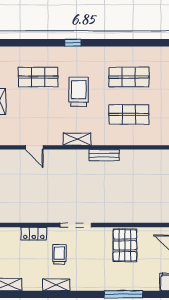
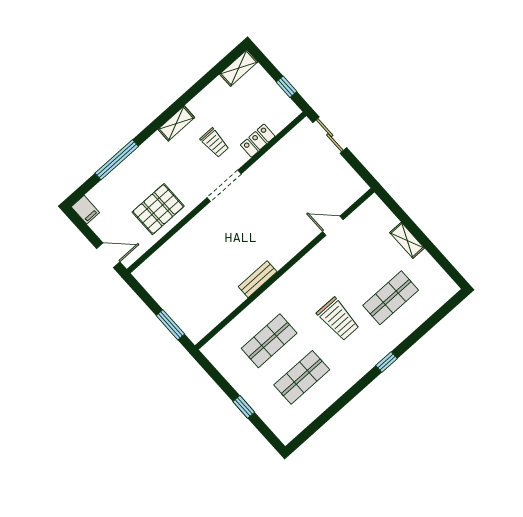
shelving: (77, 139) -> (298, 271), removed
pallet: (125, 245) -> (158, 209), turned 90
shelving: (56, 285) -> (176, 123), moved

